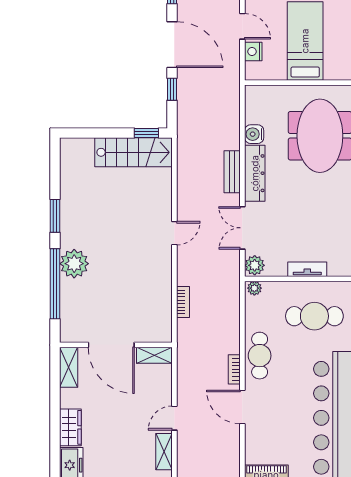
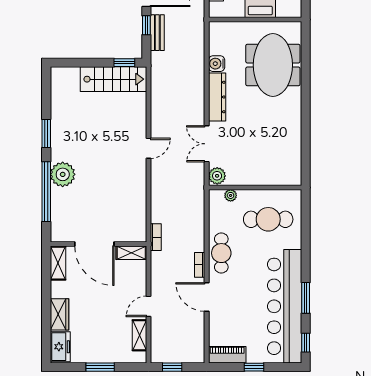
bench: (232, 172) -> (157, 33), moved
tv unit: (307, 269) -> (262, 179), removed
plant: (254, 288) -> (231, 195), moved
bookcase: (183, 302) -> (156, 237), moved

